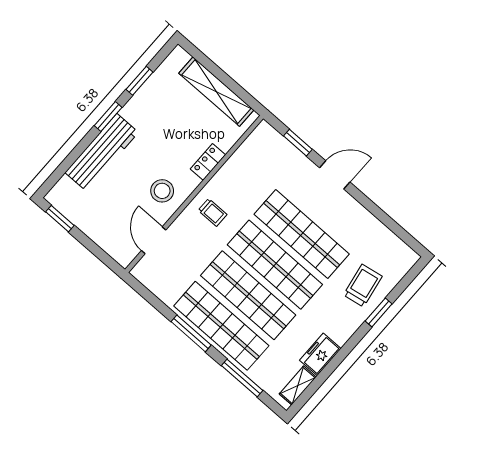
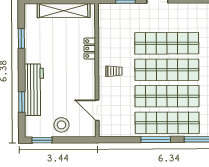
window: (108, 117) -> (22, 102), moved
stool: (162, 191) -> (61, 125), moved

